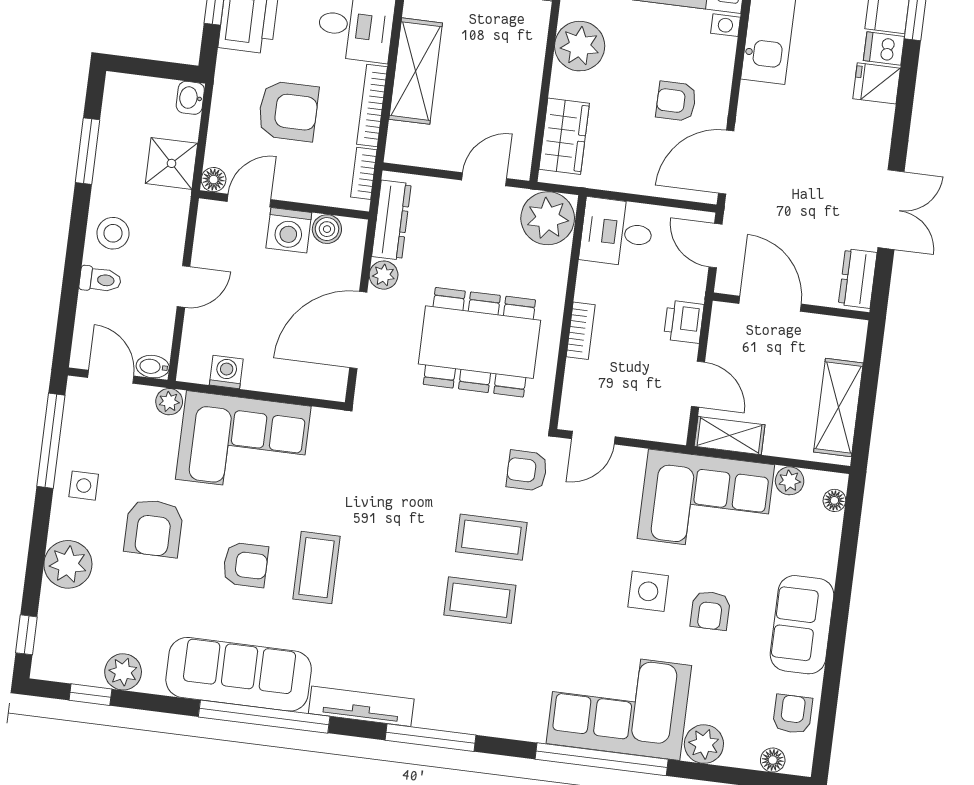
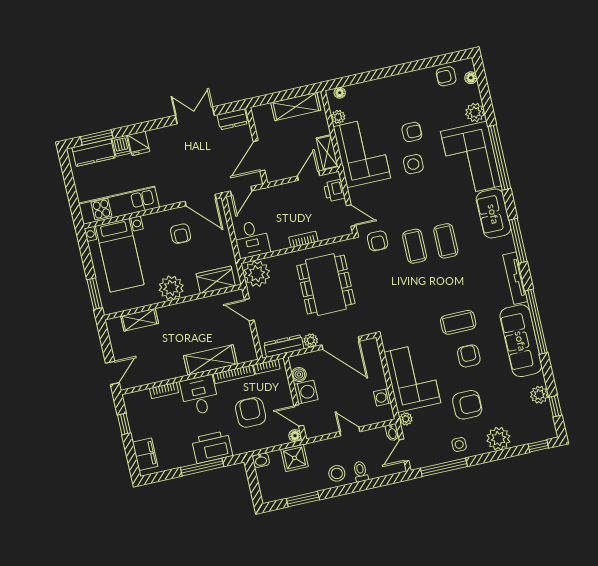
printer: (684, 322) -> (334, 191), moved, turned 90
sofa: (802, 625) -> (494, 214), moved, turned 90

